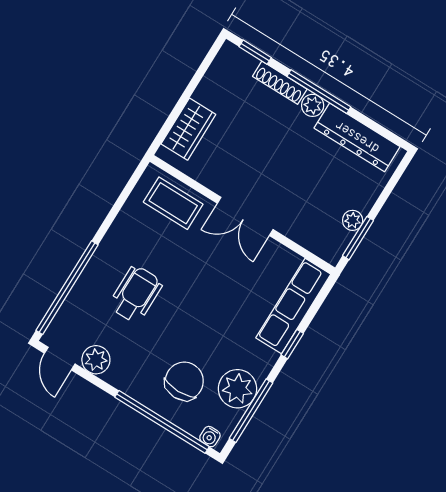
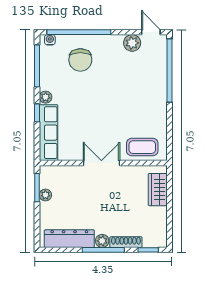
wheelchair: (136, 294) -> (133, 89), removed
plant: (237, 389) -> (46, 97), moved, width x0.53, depth x0.53

